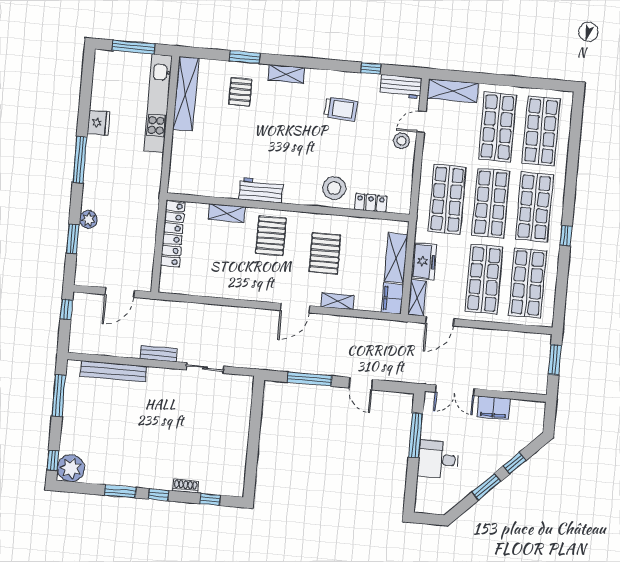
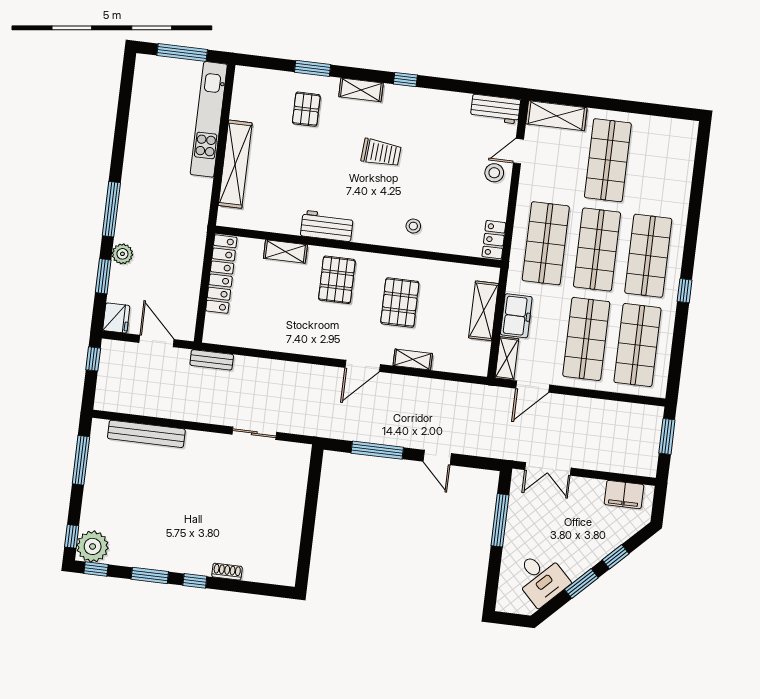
window: (371, 68) -> (405, 80), moved
shelving: (186, 94) -> (235, 164), moved
trolley: (341, 109) -> (381, 153), moved
fridge: (98, 123) -> (116, 318), moved
shop shelf: (541, 131) -> (659, 166), removed
window: (80, 160) -> (111, 209), moved
stool: (334, 188) -> (413, 226), width x0.53, depth x0.53
locker: (371, 203) -> (494, 240), moved, turned -90
door: (120, 292) -> (157, 341), swing flipped
filing cabinet: (392, 298) -> (478, 358), removed
bench: (158, 354) -> (212, 360), moved
filing cabinet: (494, 408) -> (624, 495), moved
desk: (438, 459) -> (541, 578), moved, turned -135
window: (210, 499) -> (96, 569), moved

